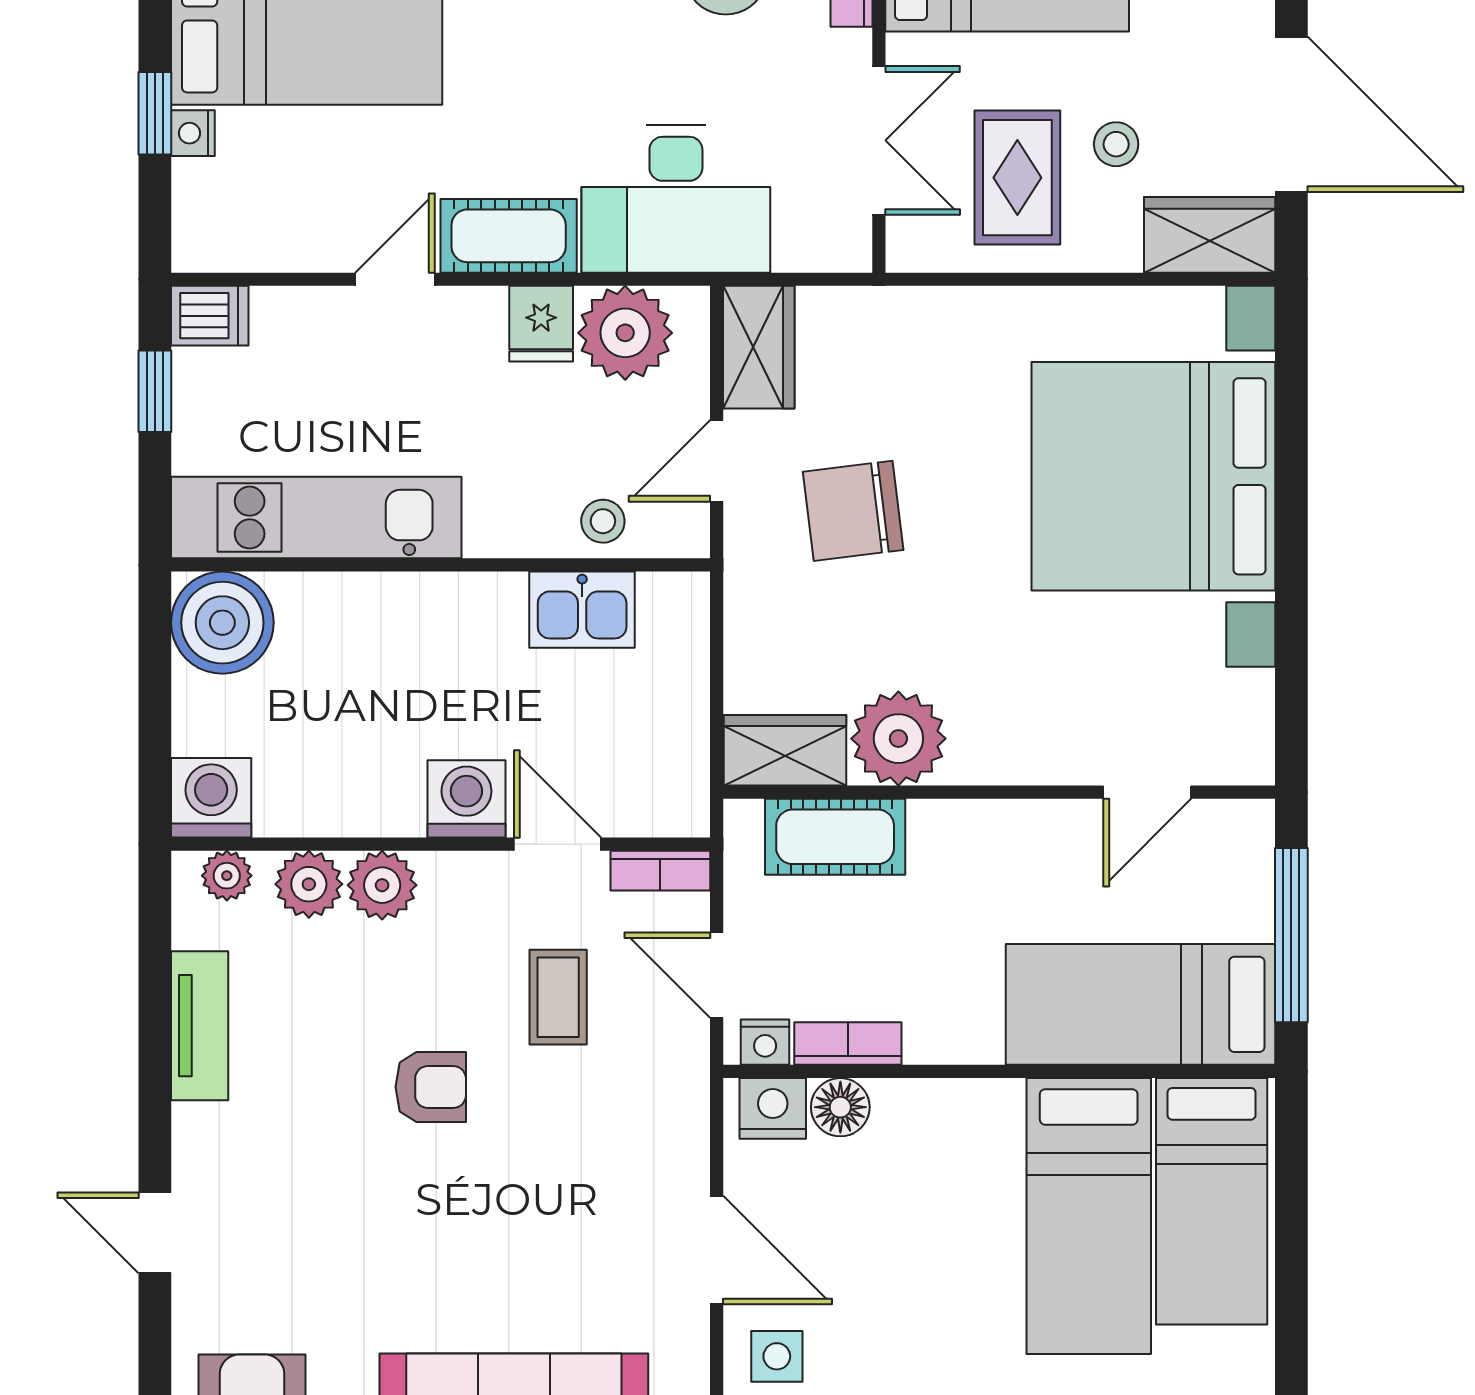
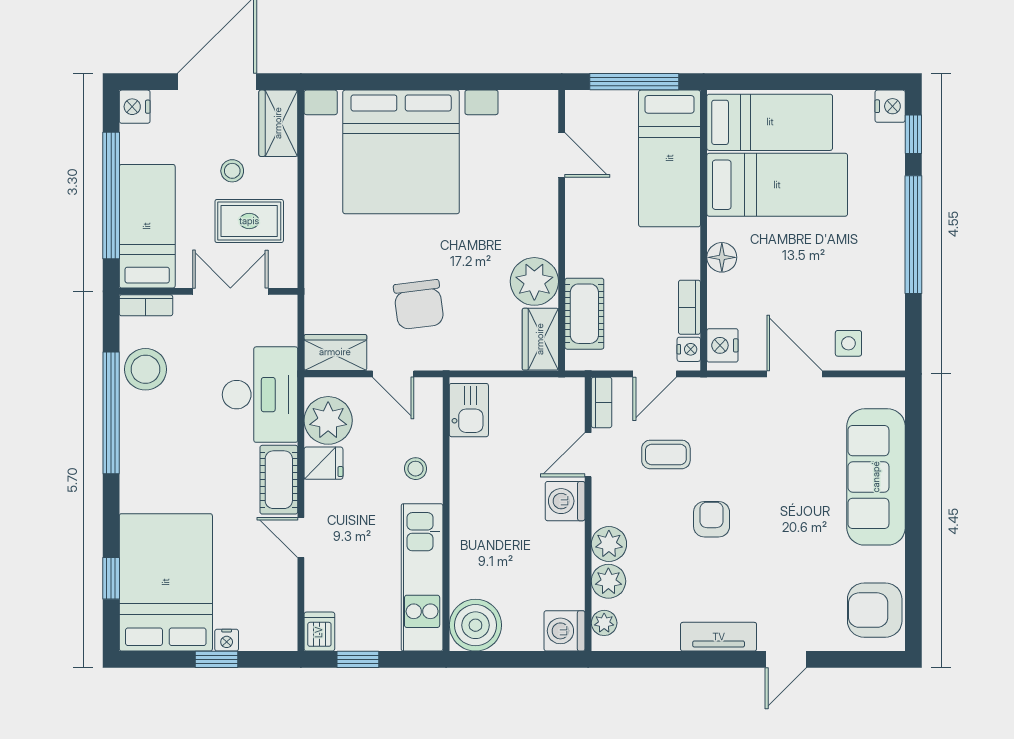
stool: (603, 521) -> (416, 469), moved
kitchen sink: (582, 610) -> (469, 410), moved
tv unit: (200, 1026) -> (719, 637), moved
floor lamp: (840, 1107) -> (722, 257), moved
door: (717, 1250) -> (794, 374), hinge flipped

